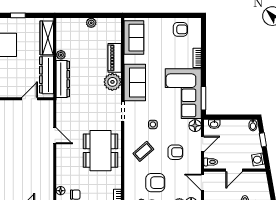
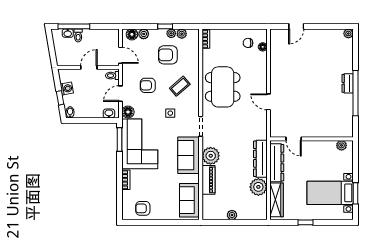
plant: (61, 55) -> (258, 187), width x1.88, depth x1.88
door: (30, 99) -> (294, 139), hinge flipped
washing machine: (258, 160) -> (67, 89), moved

